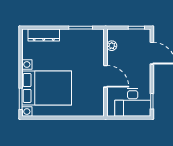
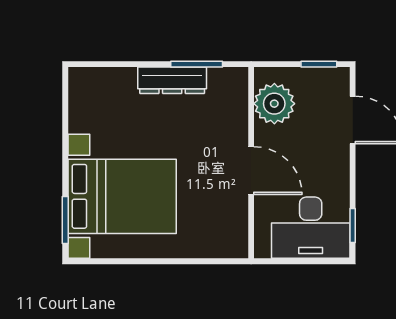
dresser: (44, 35) -> (172, 80), moved
plant: (112, 46) -> (274, 104), width x1.88, depth x1.88

